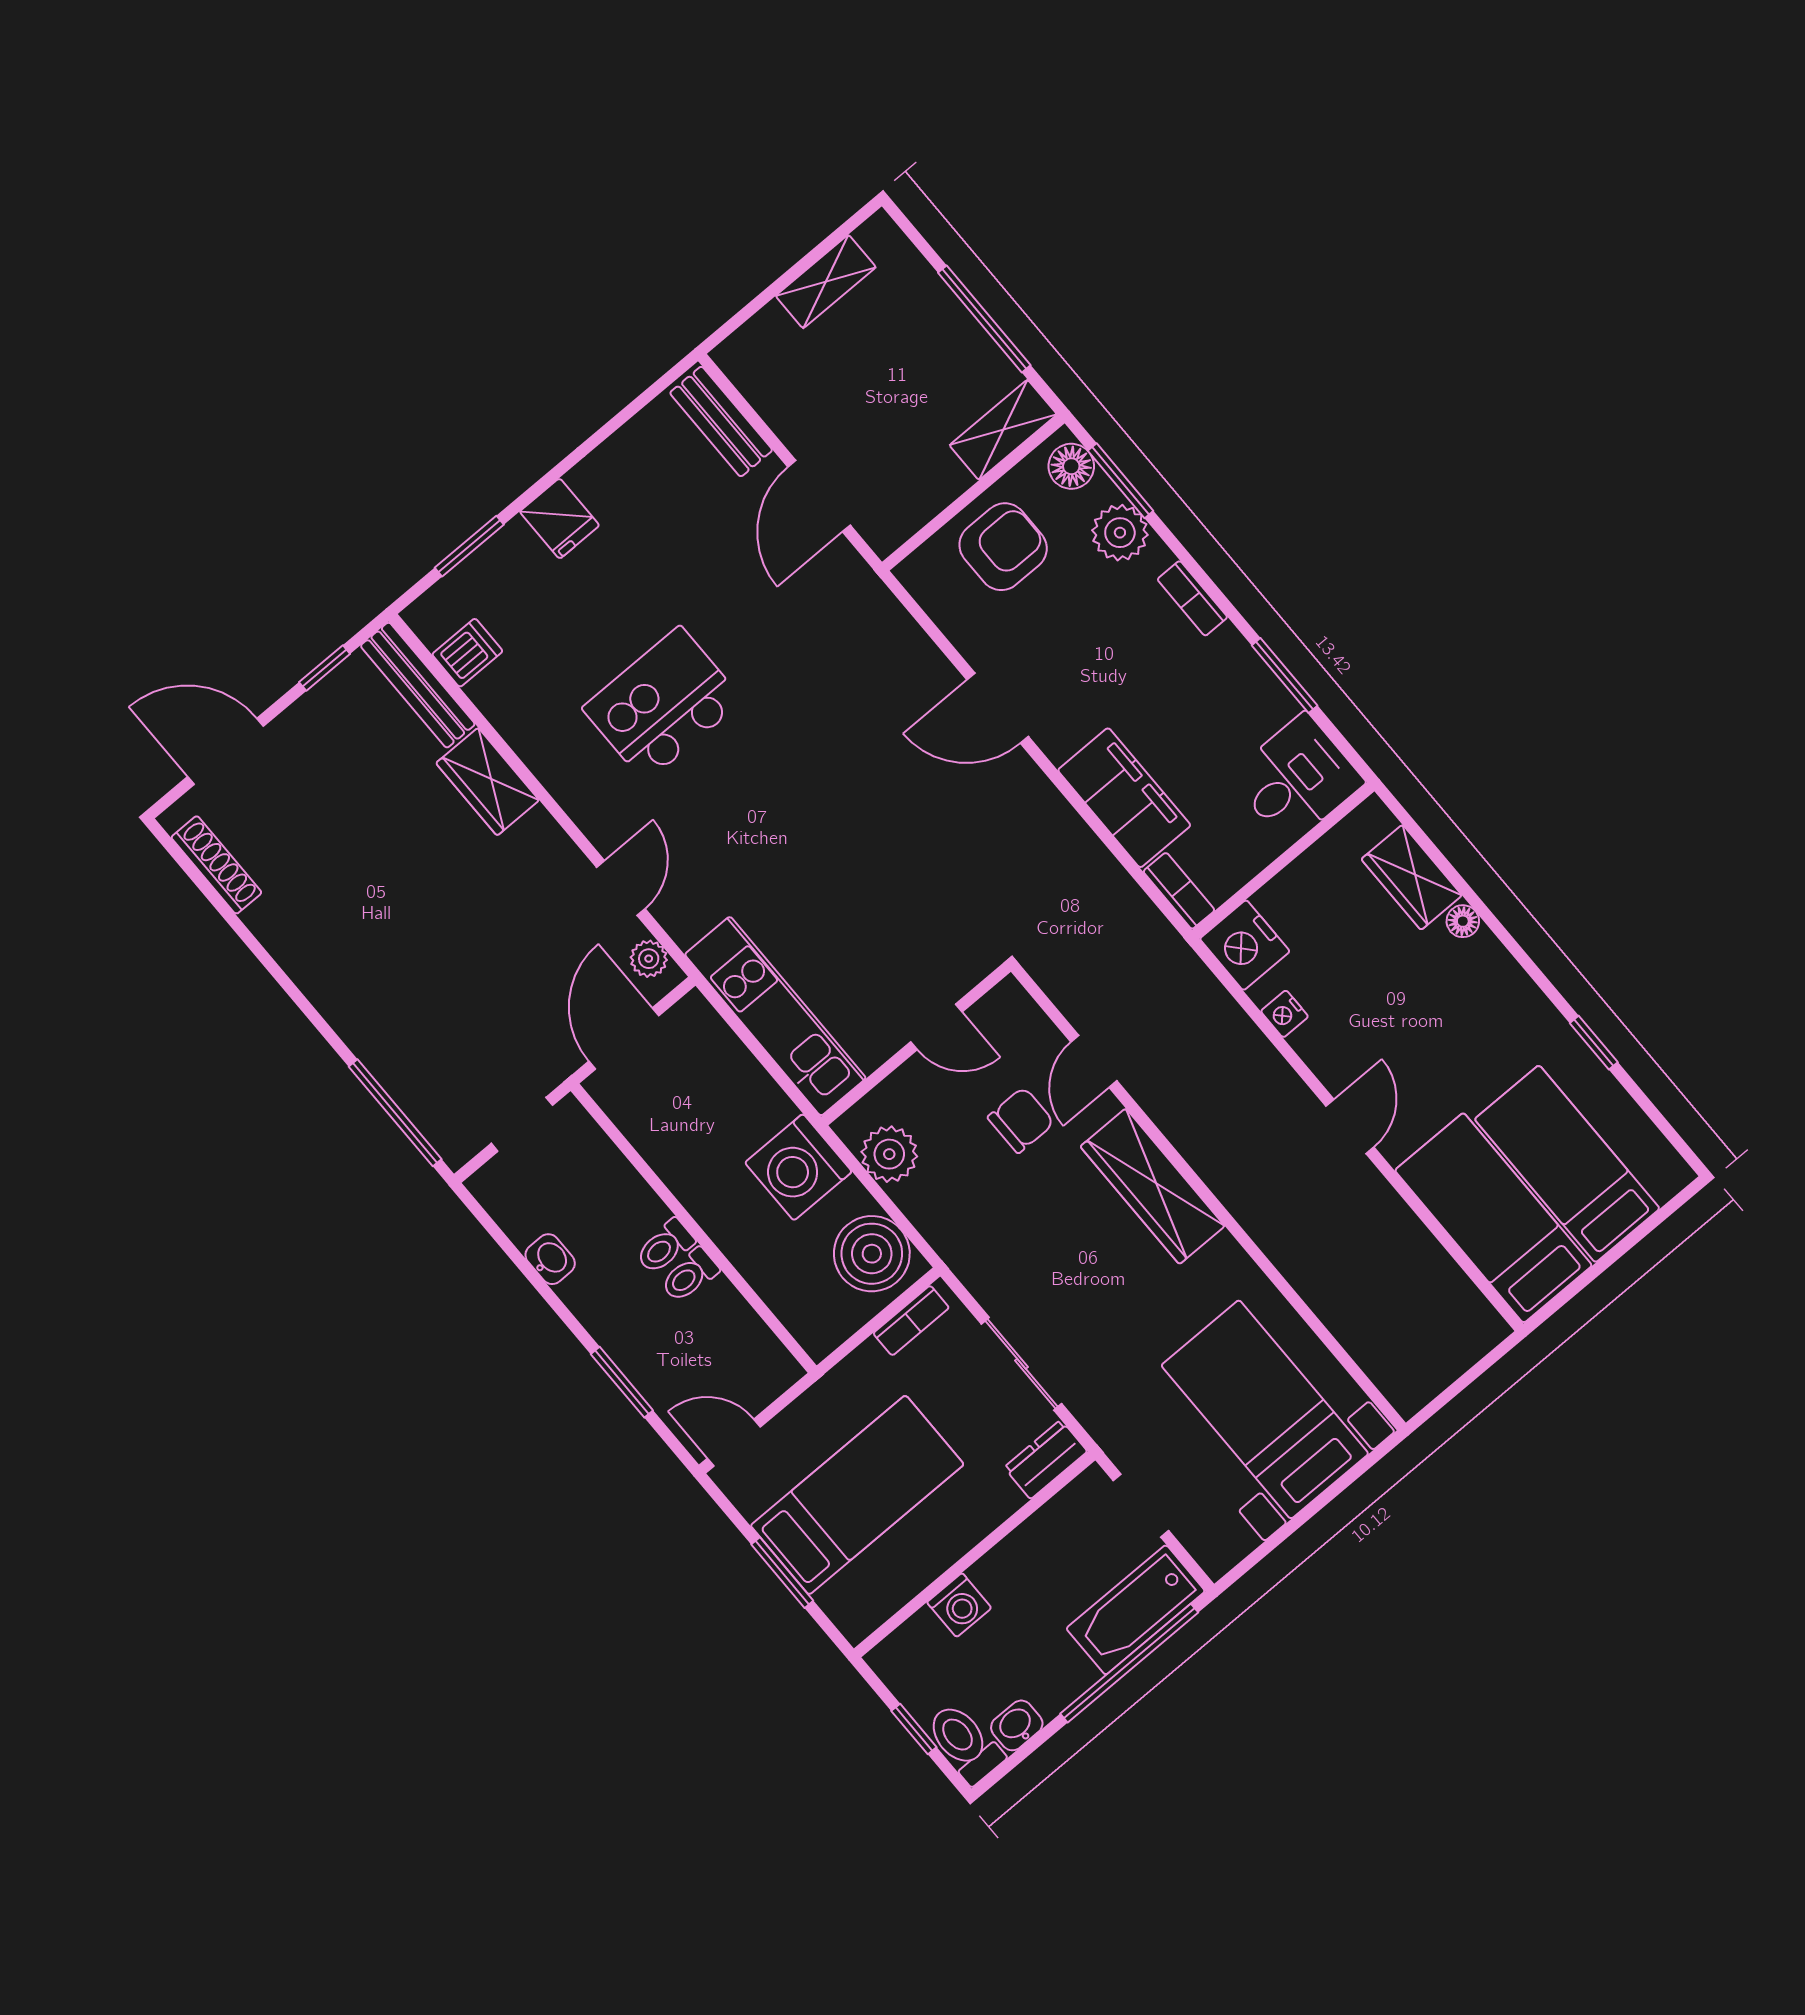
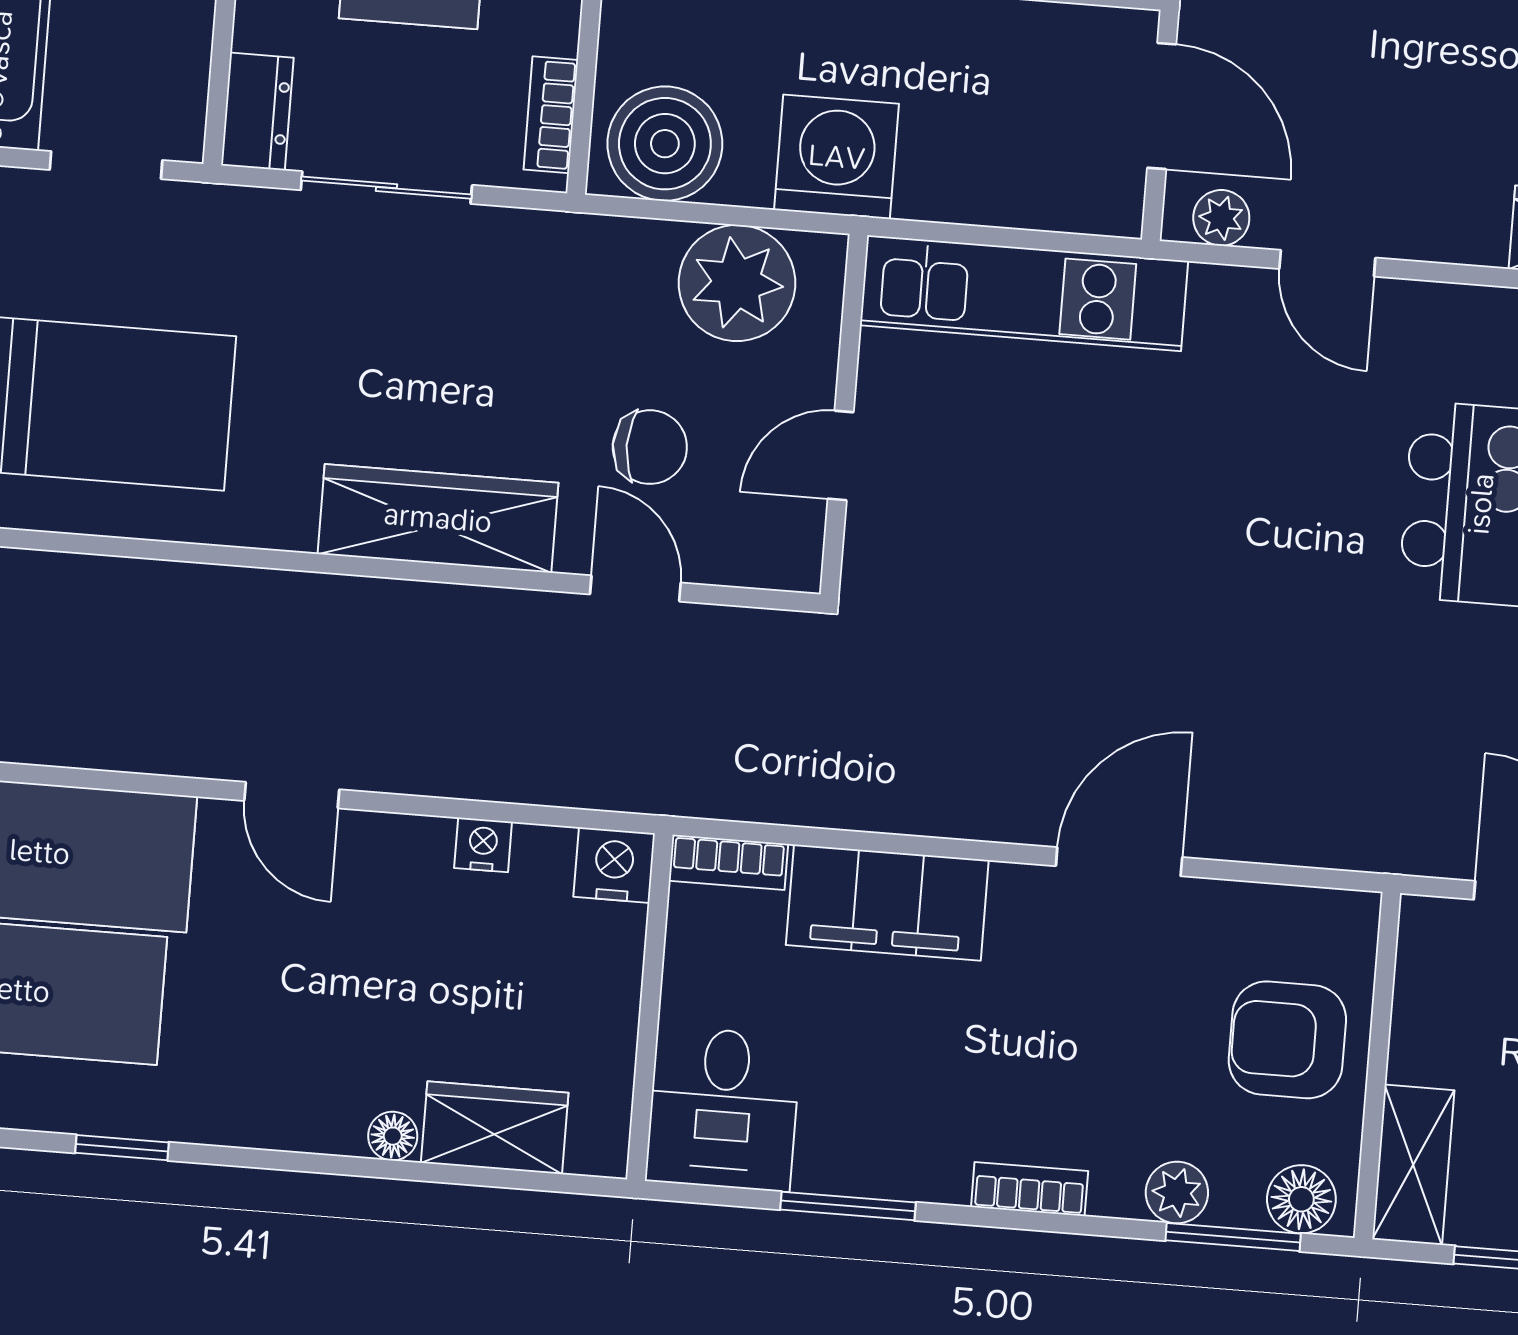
plant: (1120, 533) -> (1177, 1193), width x0.73, depth x0.73
armchair: (1003, 547) -> (1287, 1040), turned 90
nightstand: (1245, 945) -> (614, 865), width x0.74, depth x0.75
chair: (1021, 1120) -> (650, 447), turned -90
plant: (889, 1154) -> (737, 283), width x1.36, depth x1.36

